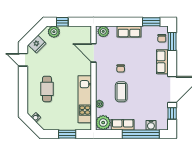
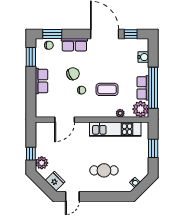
plant: (103, 31) -> (41, 109), removed
chair: (136, 61) -> (73, 74), added
window: (141, 134) -> (153, 88), moved

